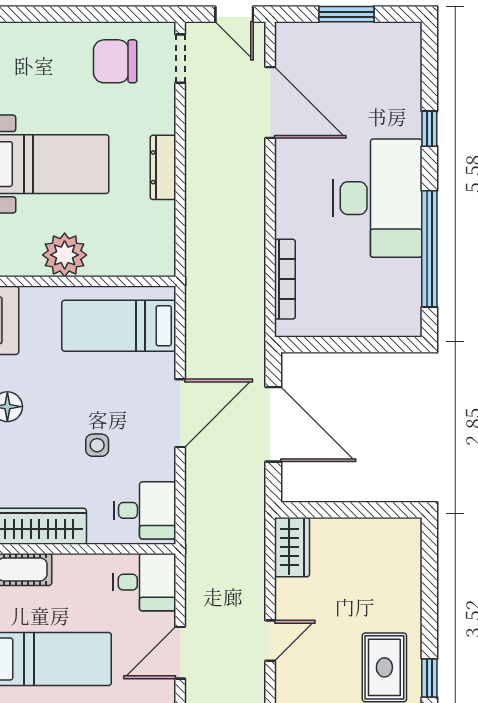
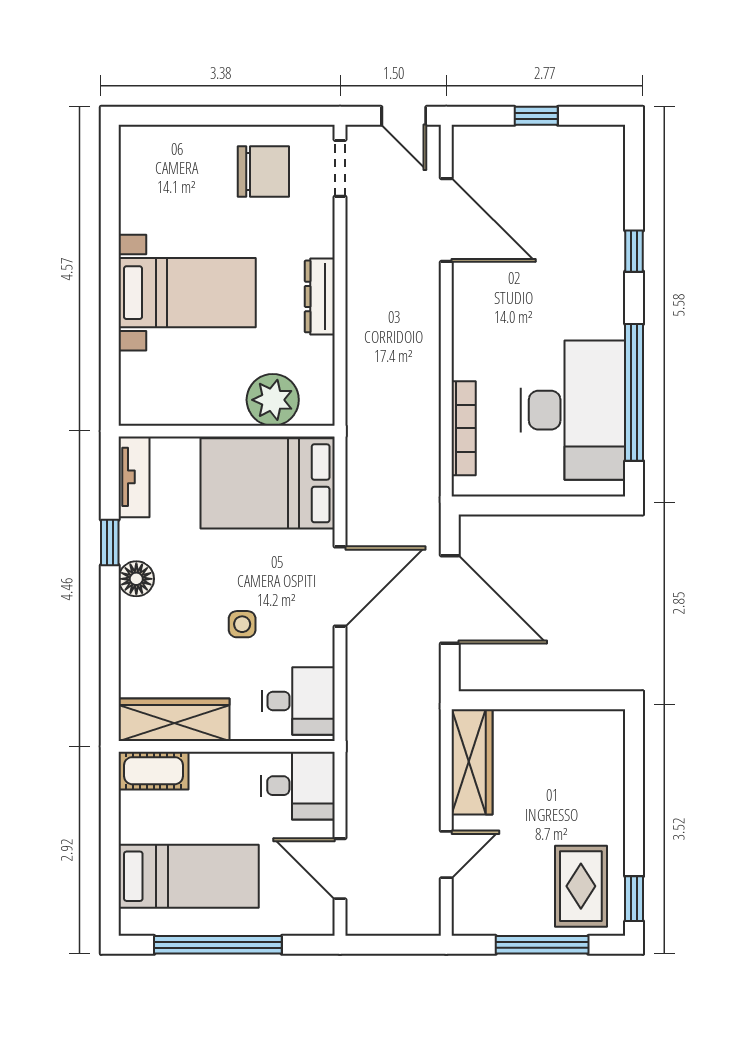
window: (346, 14) -> (536, 116), width x0.67
chair: (115, 61) -> (263, 172), turned 180
desk: (378, 198) -> (573, 410), moved
plant: (65, 255) -> (273, 400), moved
bed: (119, 326) -> (268, 483), width x1.50
wardrobe: (292, 547) -> (472, 762), width x1.50
door: (180, 653) -> (340, 869), hinge flipped

